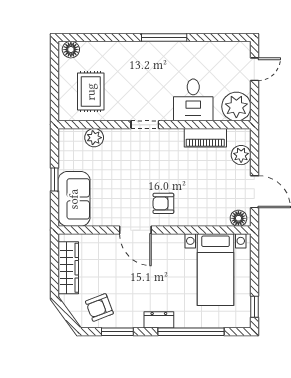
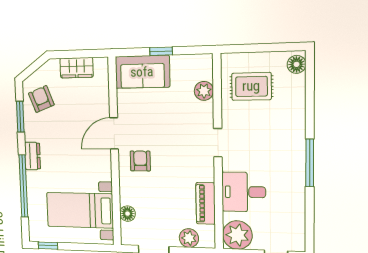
floor lamp: (238, 218) -> (128, 214), moved
wardrobe: (68, 268) -> (77, 68), width x0.67

